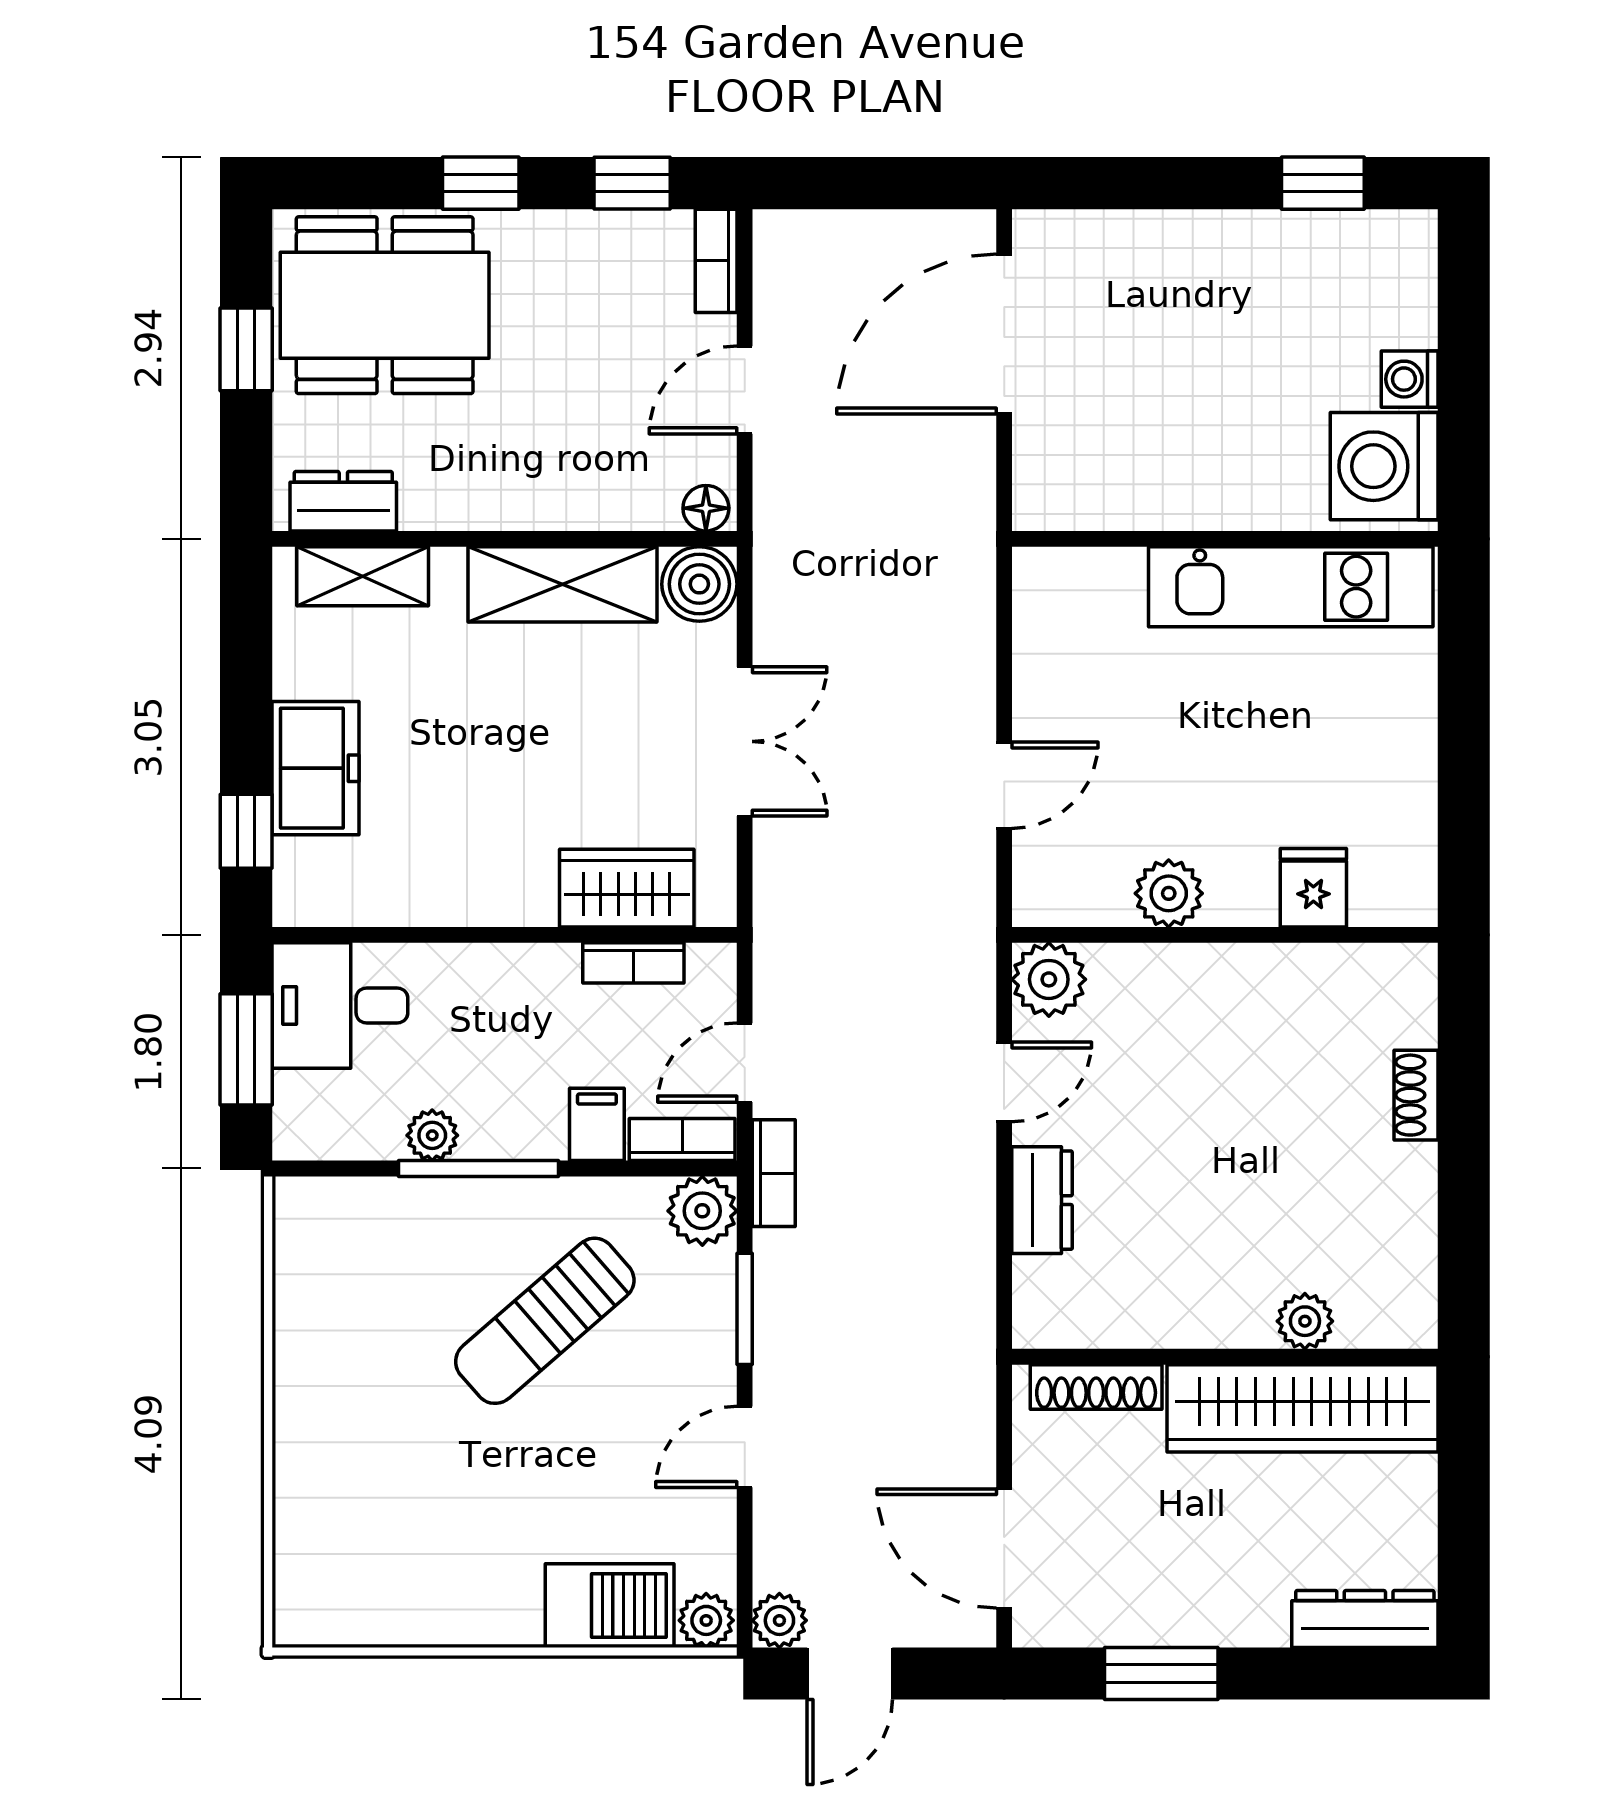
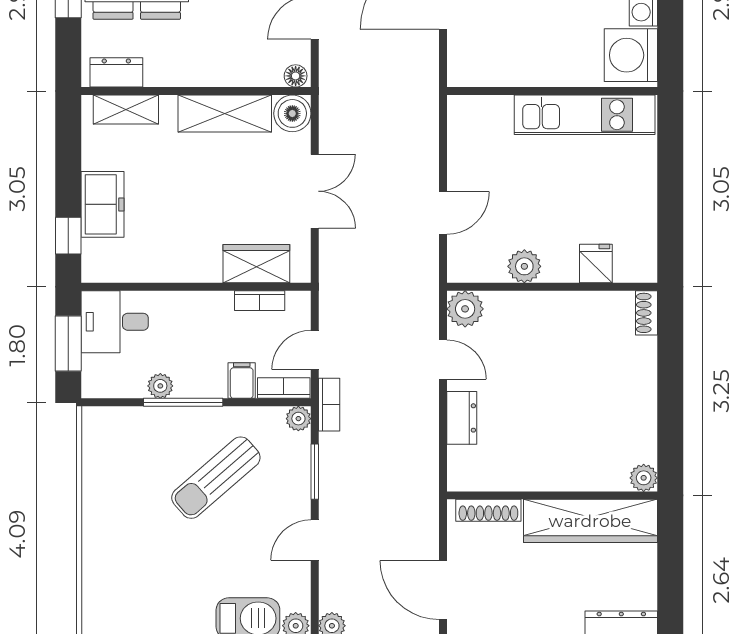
door: (1004, 1082) -> (443, 360), hinge flipped
shoe rack: (1416, 1095) -> (647, 313), moved
plant: (702, 1211) -> (298, 419), width x0.73, depth x0.73
plant: (1305, 1321) -> (644, 478), moved

